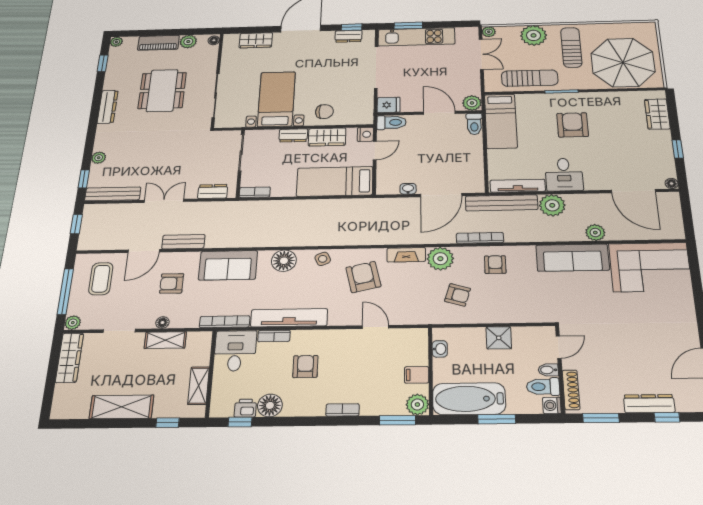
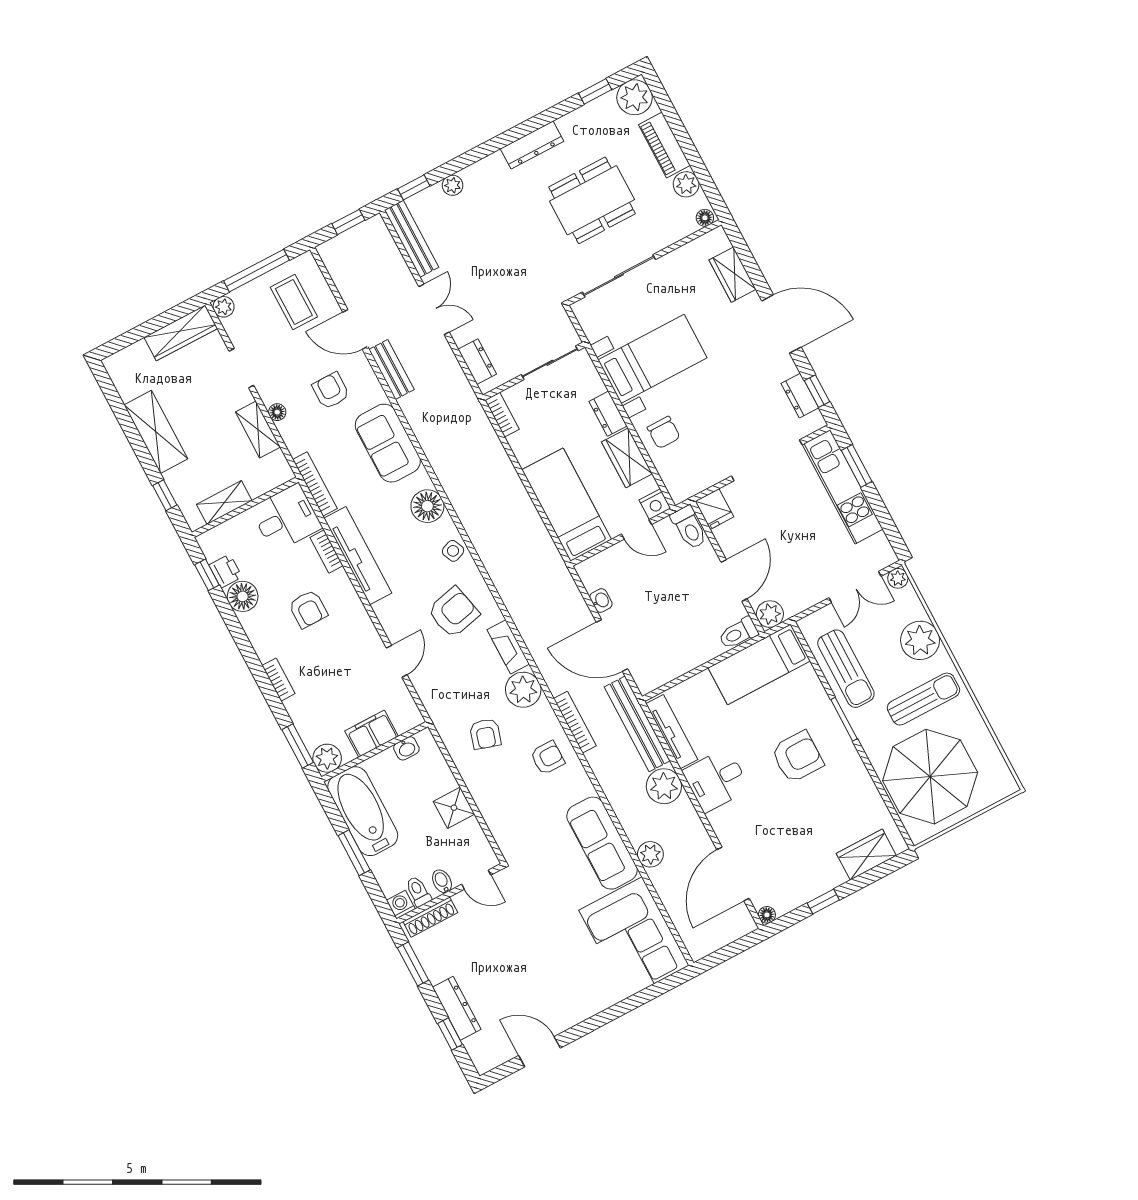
plant: (116, 42) -> (635, 97), width x1.88, depth x1.88
coffee table: (101, 279) -> (294, 302), turned 90
armchair: (305, 366) -> (308, 609), turned 90
filing cabinet: (417, 375) -> (372, 734), width x2.00
toilet: (543, 387) -> (418, 891), width x0.73, depth x0.72

